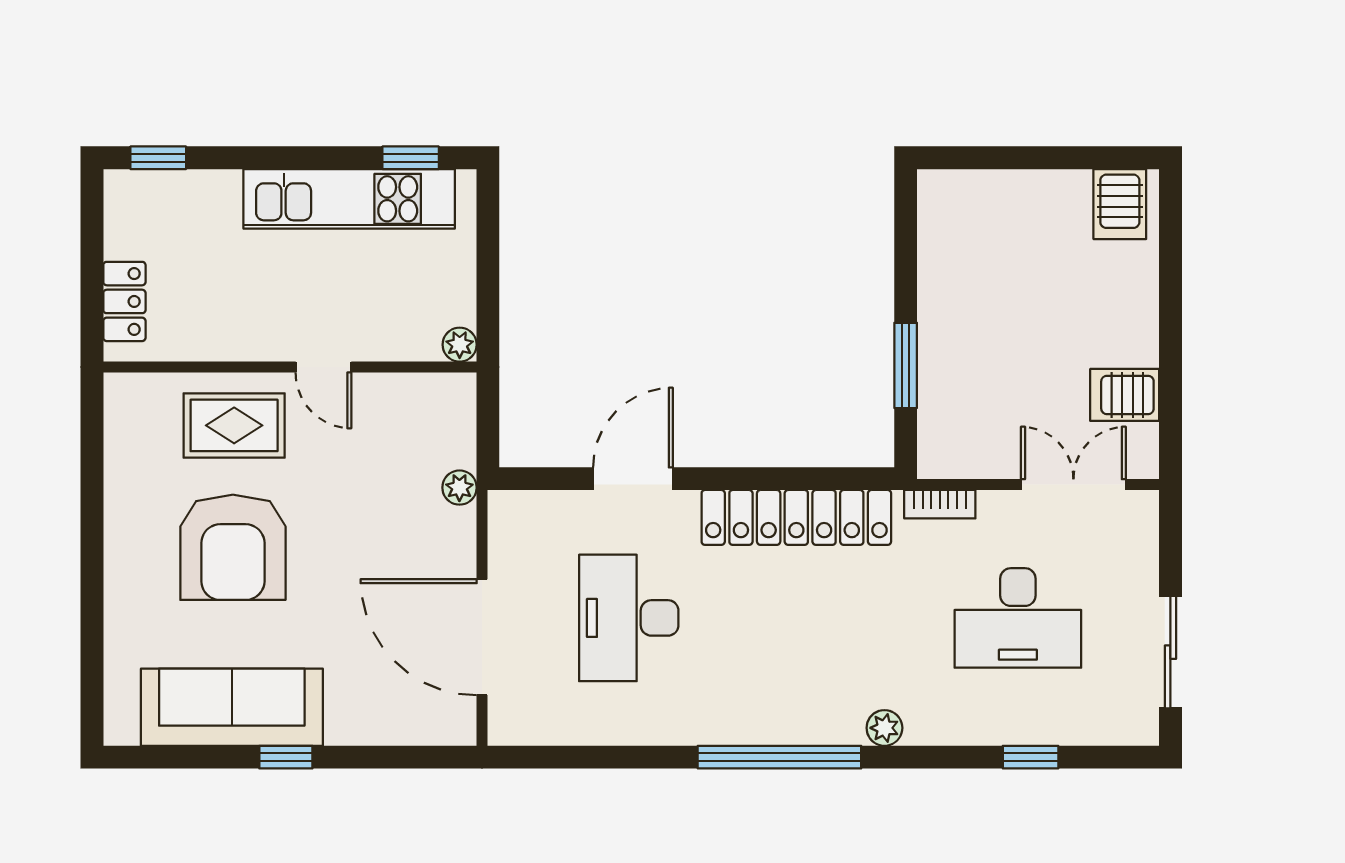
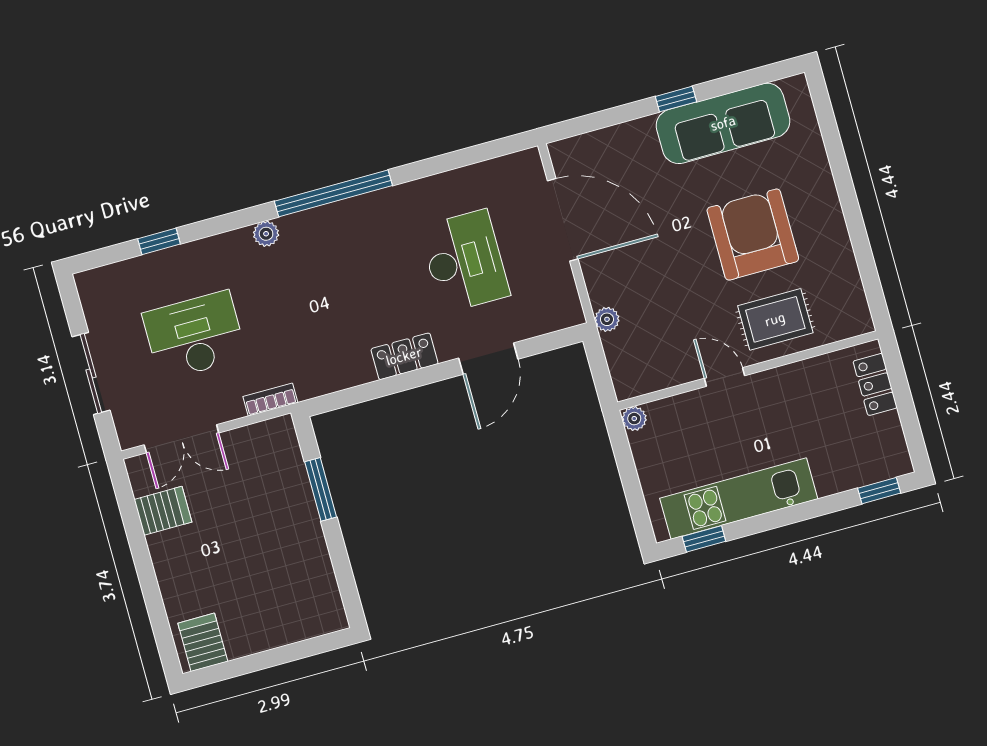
locker: (796, 517) -> (404, 356), width x0.46, depth x0.83
sliding door: (1170, 652) -> (91, 374), moved

